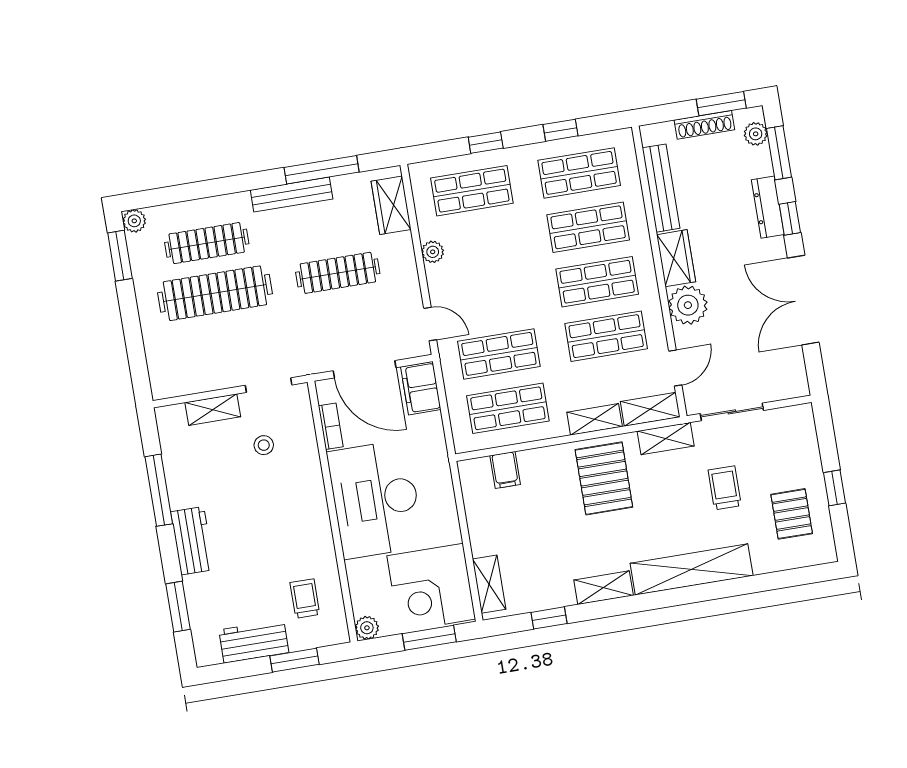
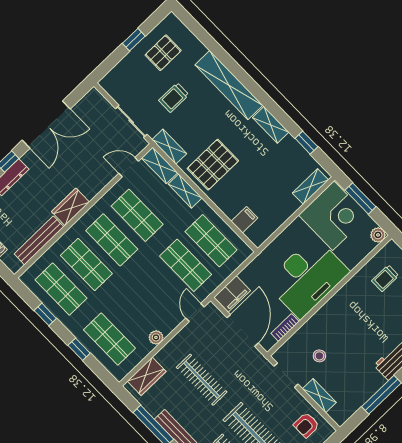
plant: (688, 305) -> (91, 184), removed
armchair: (187, 367) -> (306, 425), added

